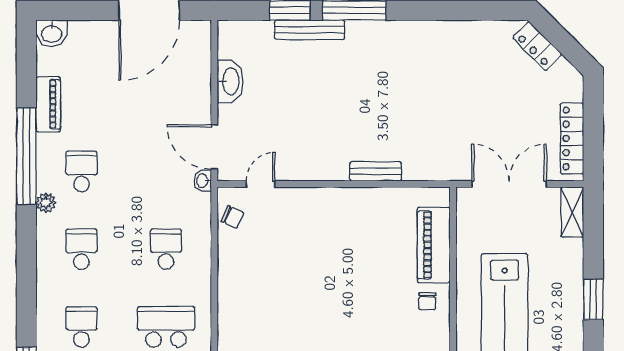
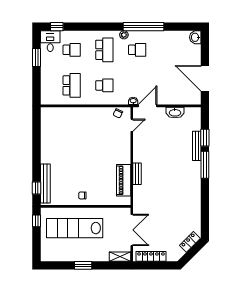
piano: (48, 104) -> (165, 36), removed
door: (260, 184) -> (132, 125), hinge flipped
piano: (434, 245) -> (124, 180), moved, turned -90
school desk: (81, 249) -> (104, 50), width x1.85

